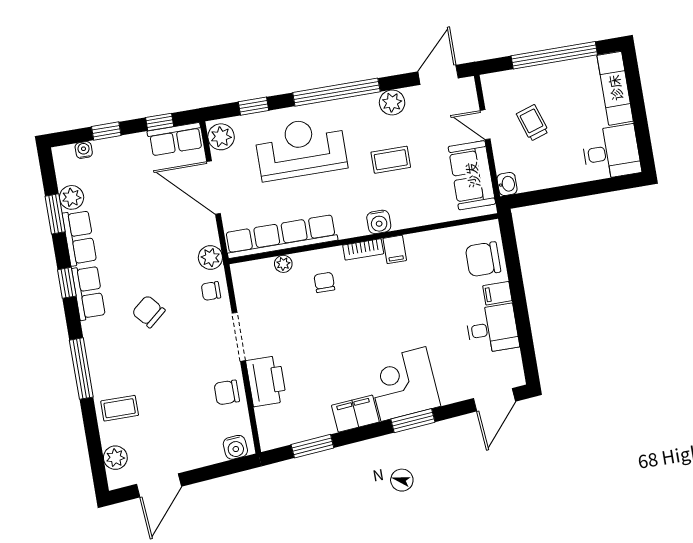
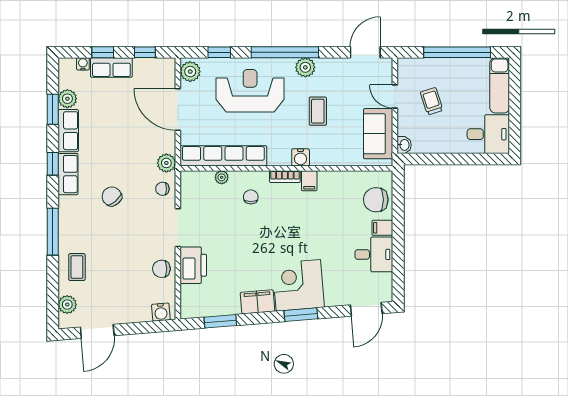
plant: (392, 102) -> (305, 67), moved
row of seats: (175, 139) -> (111, 67), moved
coffee table: (391, 160) -> (318, 111), turned 90
coffee table: (120, 408) -> (77, 267), turned 90

